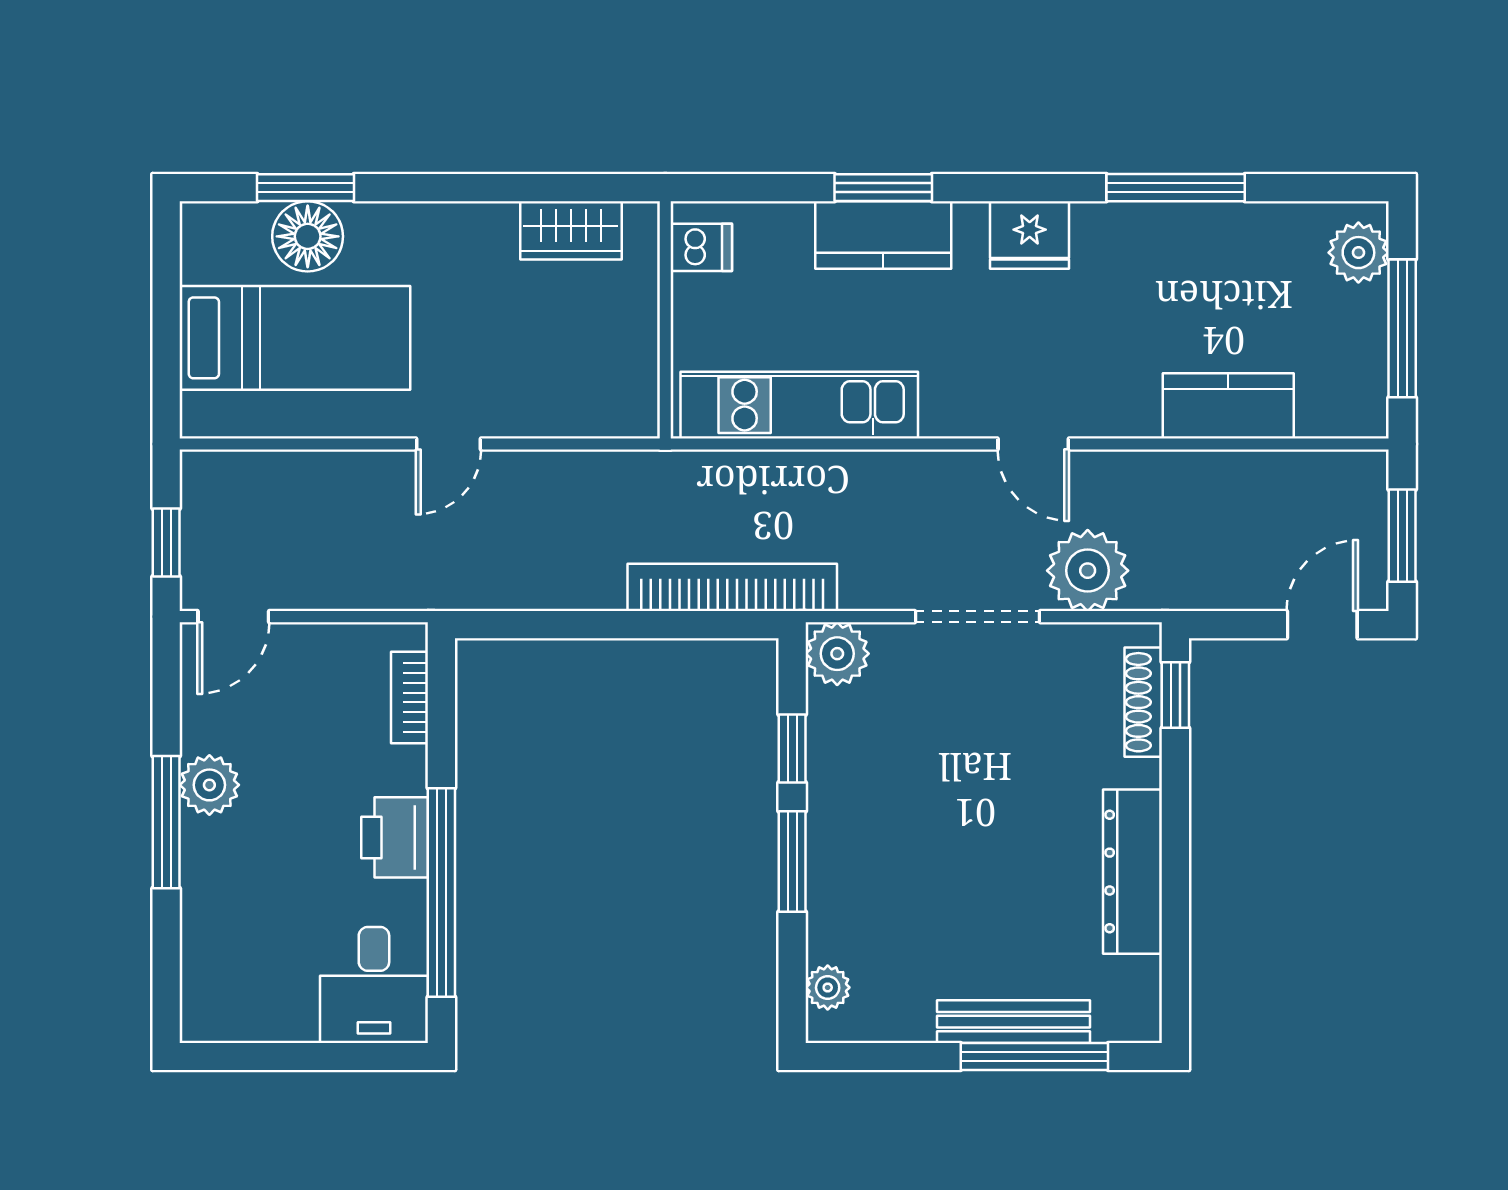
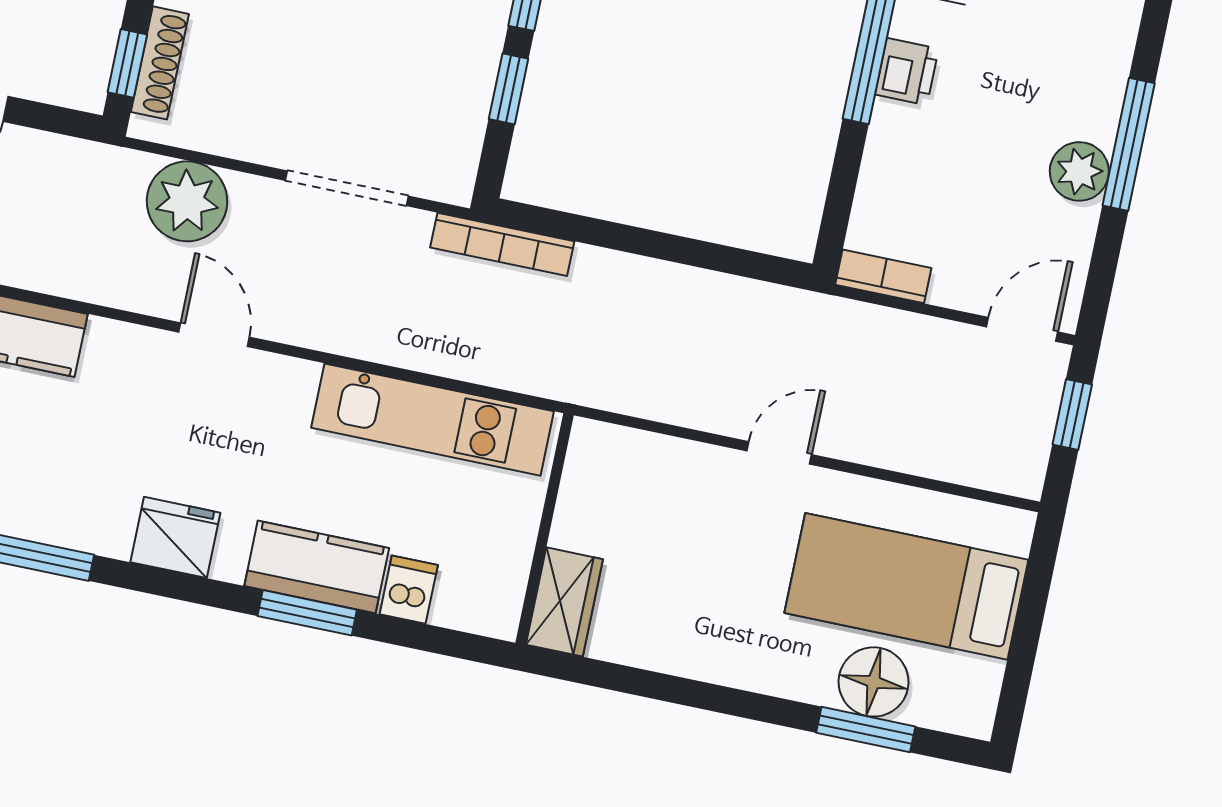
wardrobe: (571, 230) -> (564, 602), moved, turned 90
dishwasher: (701, 247) -> (409, 590), moved, turned 90
bookcase: (732, 587) -> (502, 244), width x0.68, depth x0.76
doorway: (977, 617) -> (347, 188), moved
plant: (837, 654) -> (446, 172), removed
bookcase: (409, 697) -> (883, 276), moved, turned -90
printer: (395, 837) -> (907, 72), width x0.73, depth x0.81

